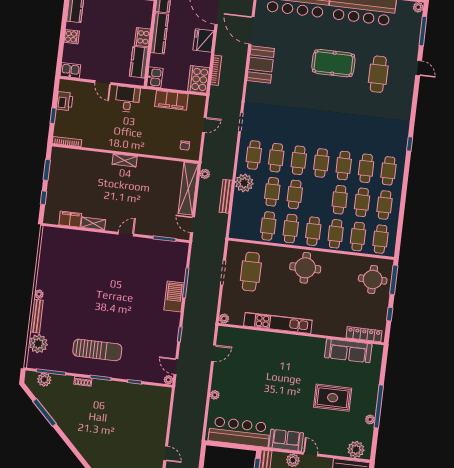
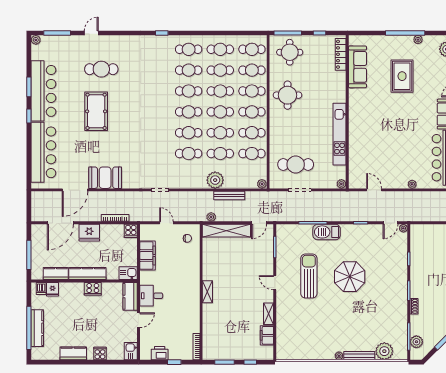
kitchen counter: (139, 62) -> (130, 296), moved, turned 90
cooker: (199, 79) -> (131, 231), width x0.53, depth x0.76
cafe table: (254, 155) -> (220, 112), moved
plant: (234, 233) -> (262, 184), added
round table: (305, 268) -> (288, 95), moved
parasol: (123, 316) -> (350, 277), added
sun lounger: (97, 350) -> (309, 276), moved

